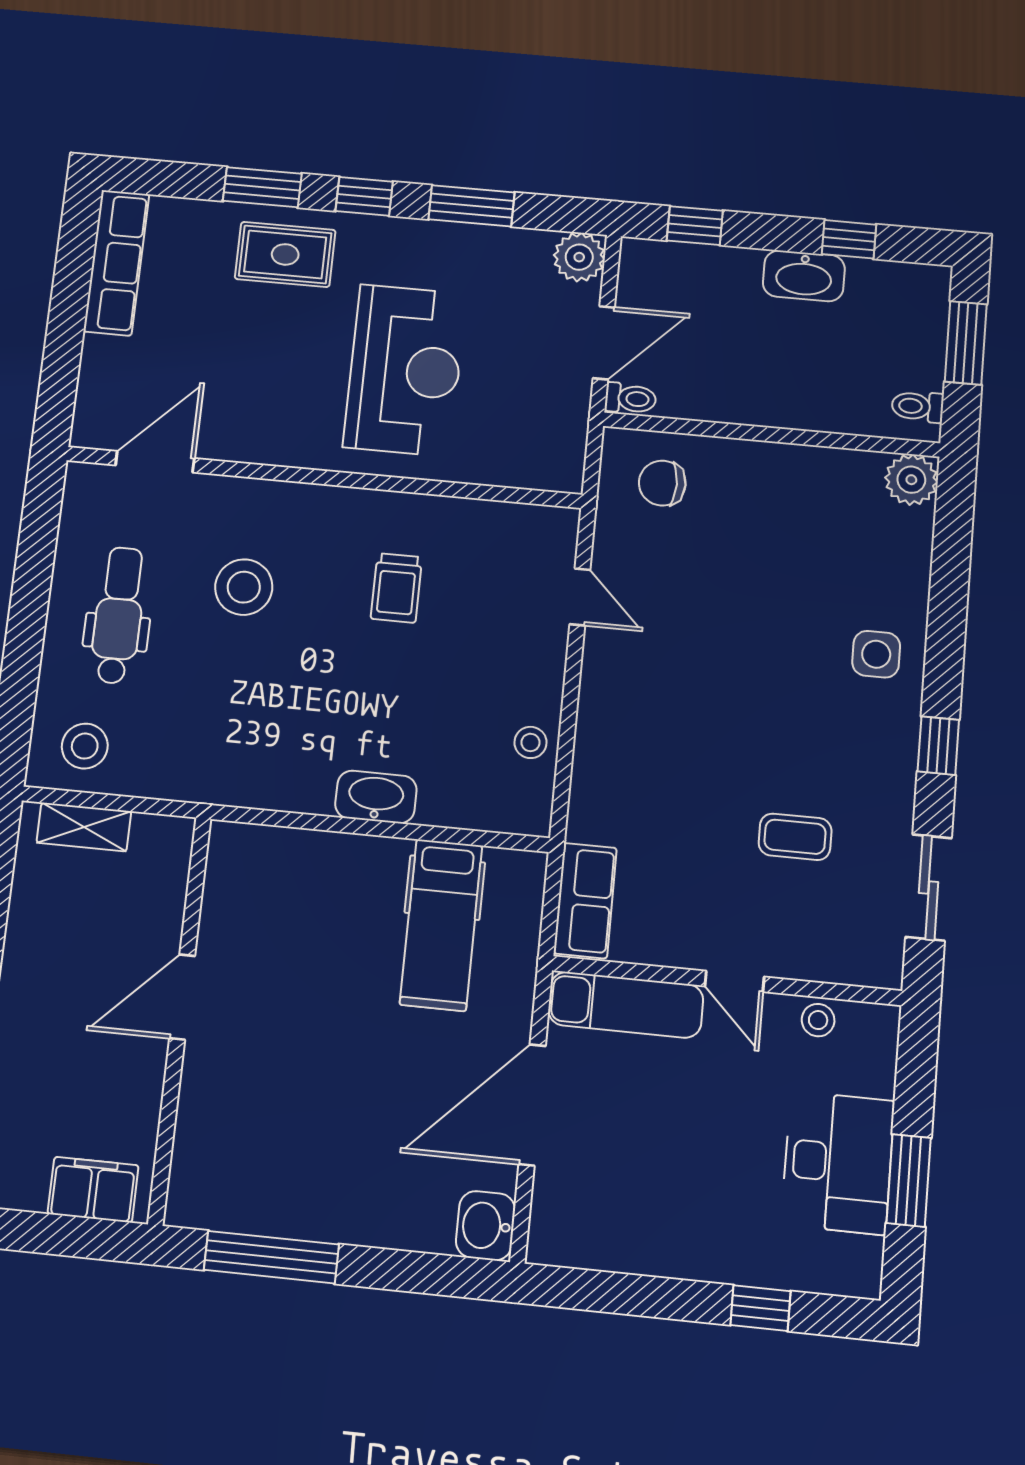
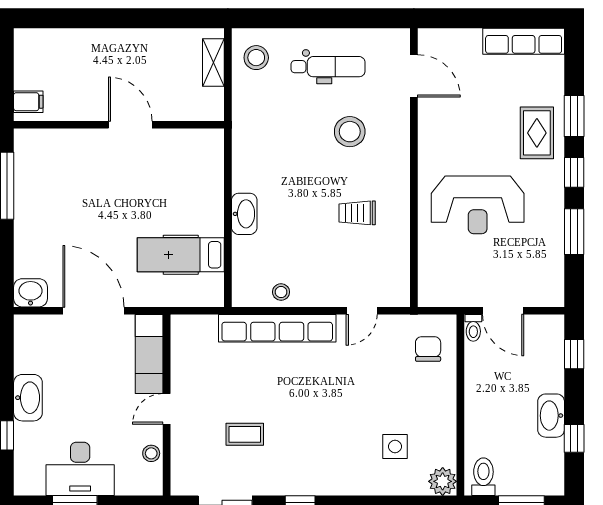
plant: (579, 257) -> (550, 293), removed
toilet: (918, 406) -> (483, 477), width x1.37, depth x1.39
side table: (876, 654) -> (395, 446), moved
coffee table: (795, 837) -> (245, 434), turned 90
row of seats: (585, 901) -> (277, 328), moved, width x2.02
filing cabinet: (93, 1190) -> (28, 102), width x0.50
washbasin: (690, 1252) -> (28, 398), added

